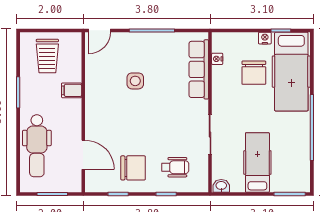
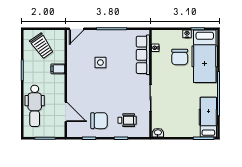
trolley: (47, 56) -> (42, 46), turned -35
hospital bed: (257, 163) -> (208, 117), moved

